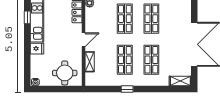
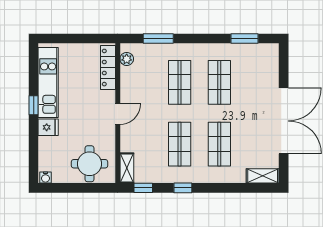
window: (27, 17) -> (34, 105), moved
shelving: (90, 62) -> (127, 168), moved
window: (101, 89) -> (143, 188), added

